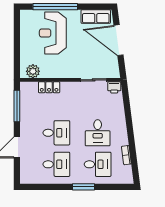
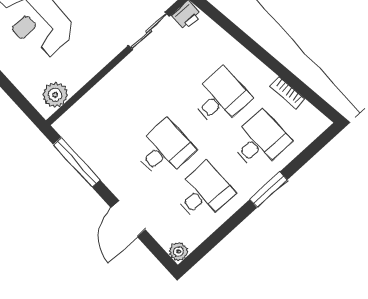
locker: (49, 87) -> (97, 96), removed
desk: (98, 133) -> (220, 98), turned -90
plant: (25, 179) -> (178, 252), added

